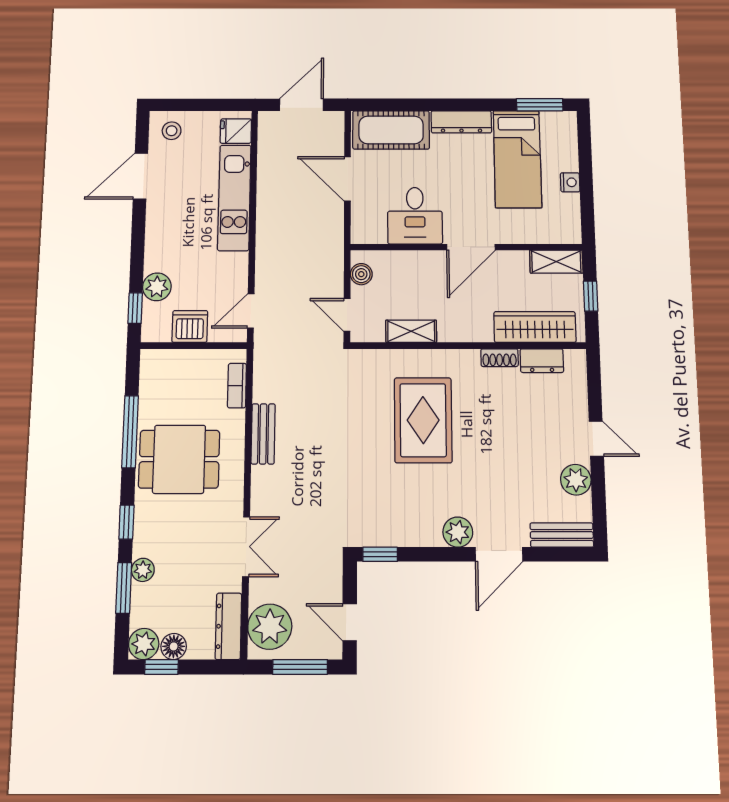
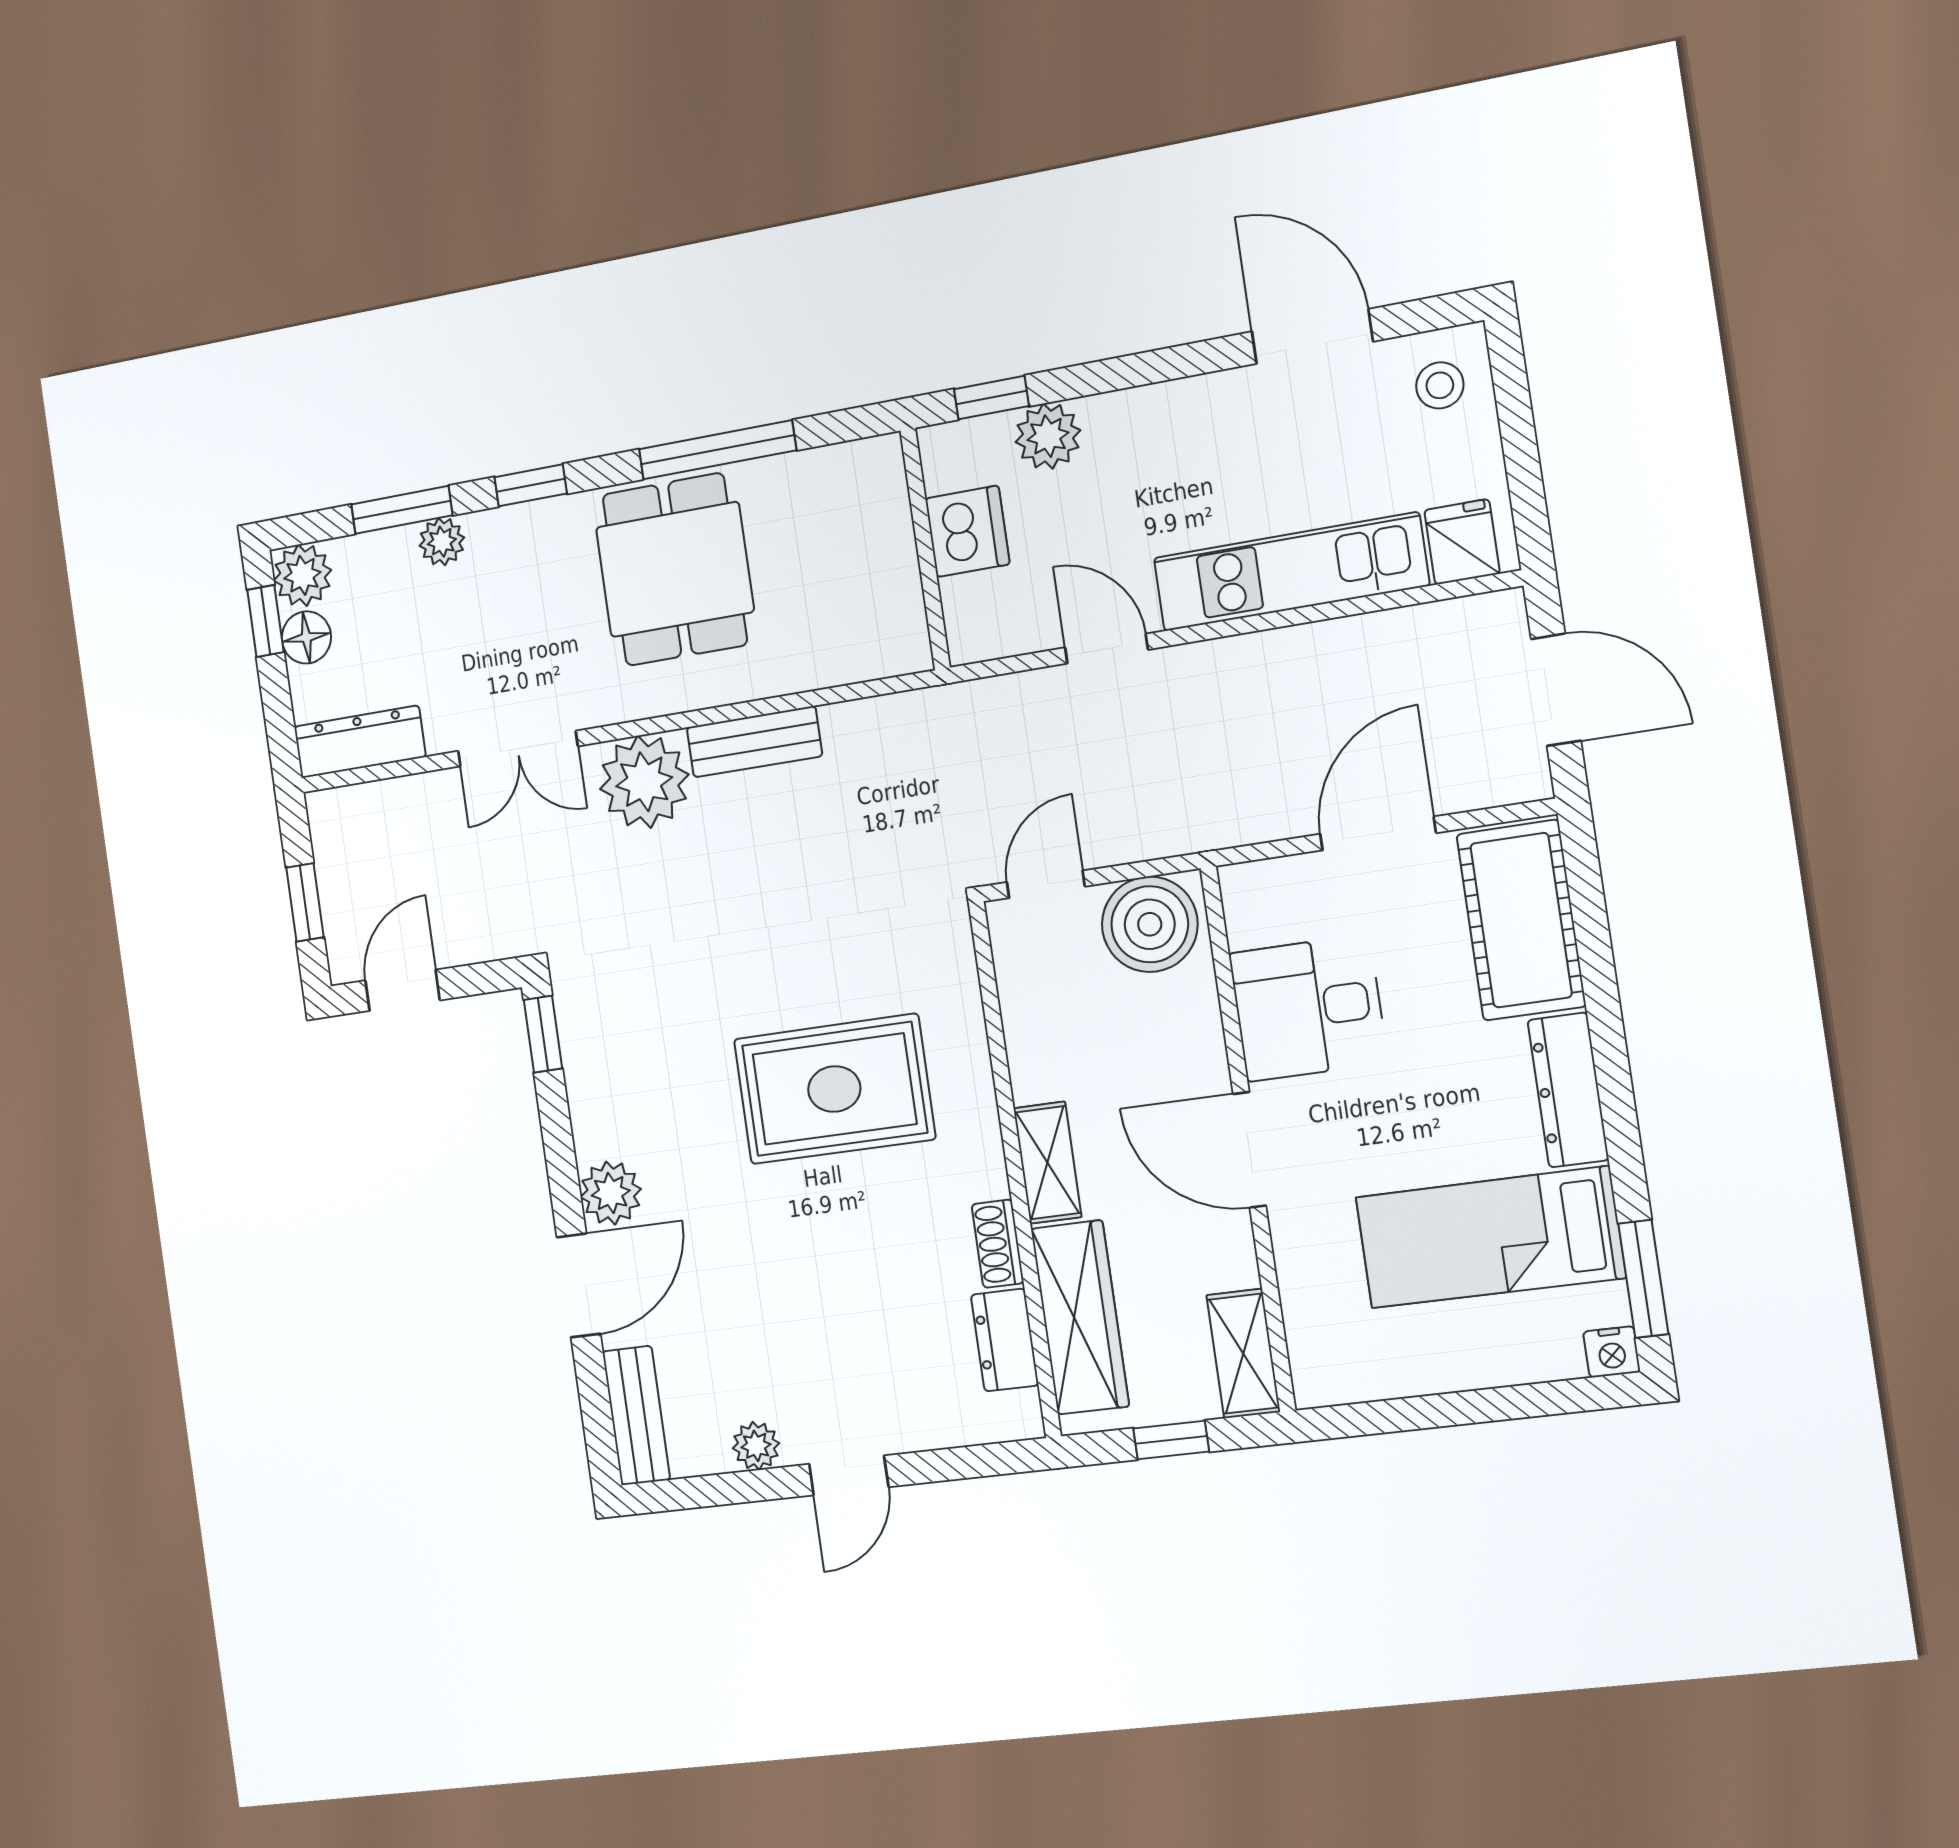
nightstand: (570, 182) -> (1612, 1352), moved
boiler: (361, 274) -> (1150, 924), width x1.86, depth x1.86
door: (251, 311) -> (1106, 649), moved
shelving: (411, 331) -> (1047, 1163), moved
bookcase: (237, 386) -> (850, 664), removed
plant: (576, 480) -> (756, 1446), width x0.73, depth x0.73
door: (499, 554) -> (579, 1285), swing flipped
plant: (270, 627) -> (644, 782), moved
window: (300, 667) -> (305, 902), width x0.67

